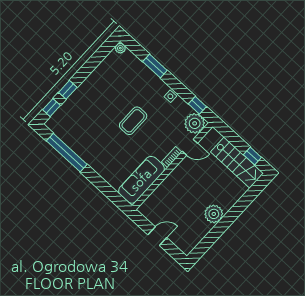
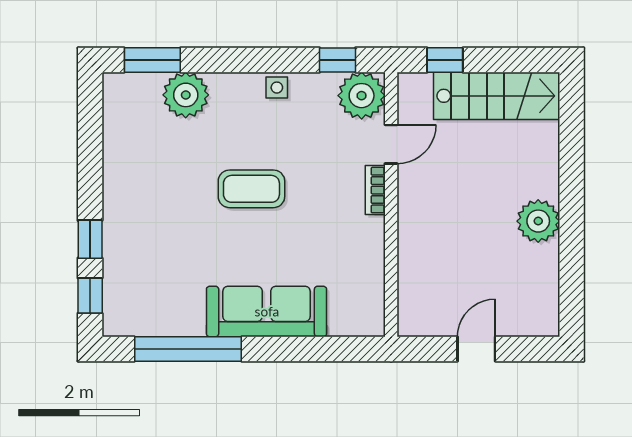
plant: (120, 48) -> (186, 95), moved, width x1.87, depth x1.87
window: (155, 66) -> (152, 60), moved
coffee table: (133, 121) -> (251, 189), turned 90
window: (252, 156) -> (445, 60), moved
sofa: (141, 180) -> (267, 311), moved, turned 90

